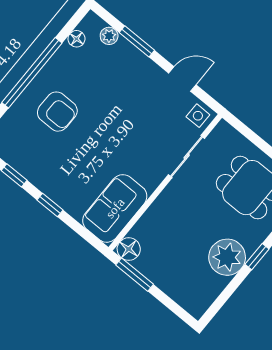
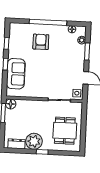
armchair: (57, 112) -> (41, 42), turned 180
sofa: (115, 208) -> (16, 74), moved, turned 90
dresser: (208, 292) -> (17, 144), added

